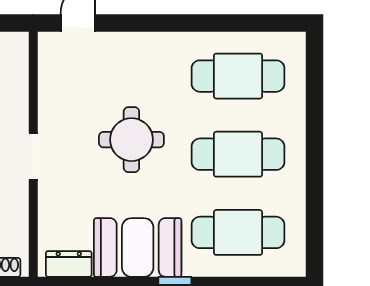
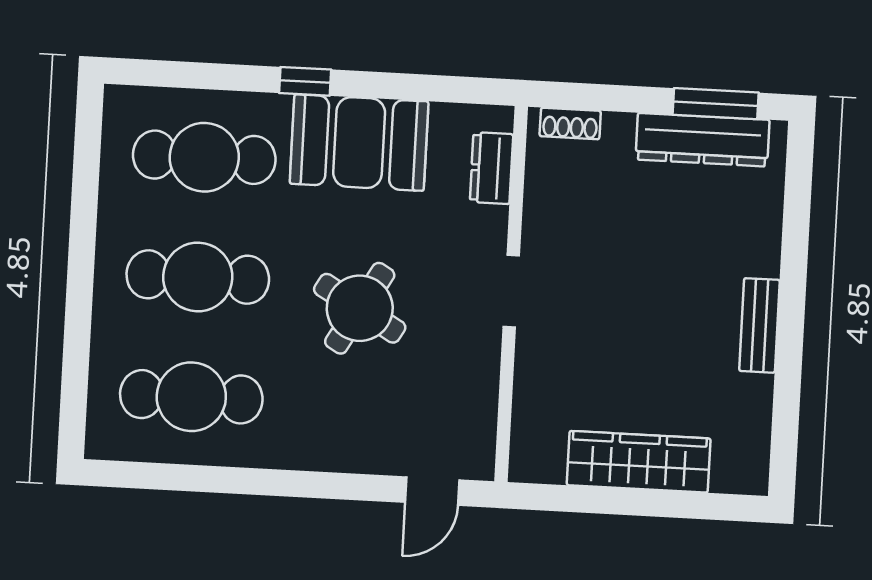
round table: (131, 140) -> (360, 308), turned 30
dresser: (69, 264) -> (492, 168), moved, turned 90

